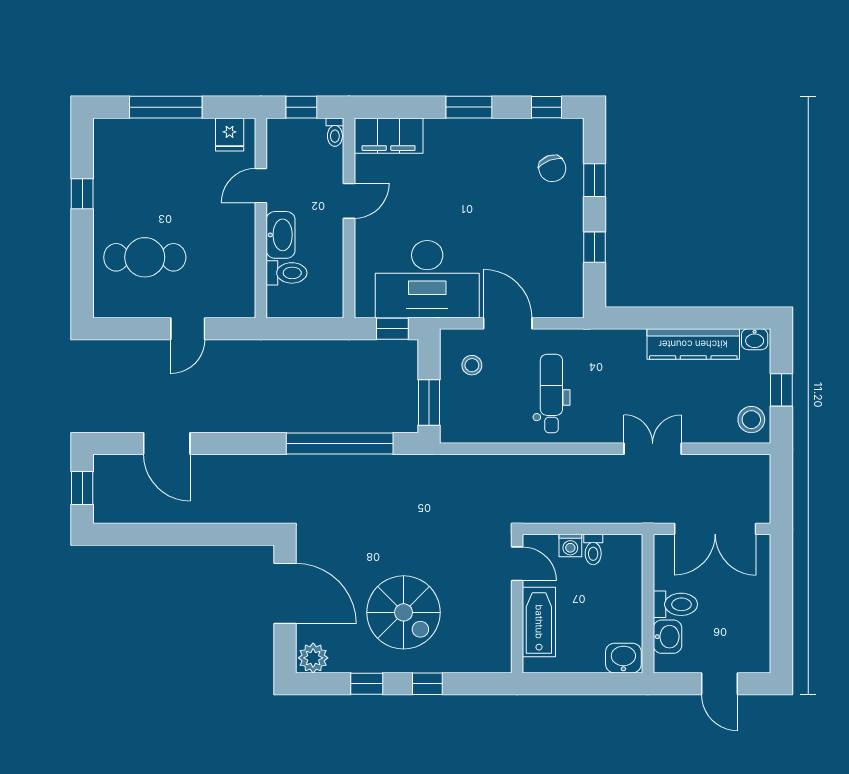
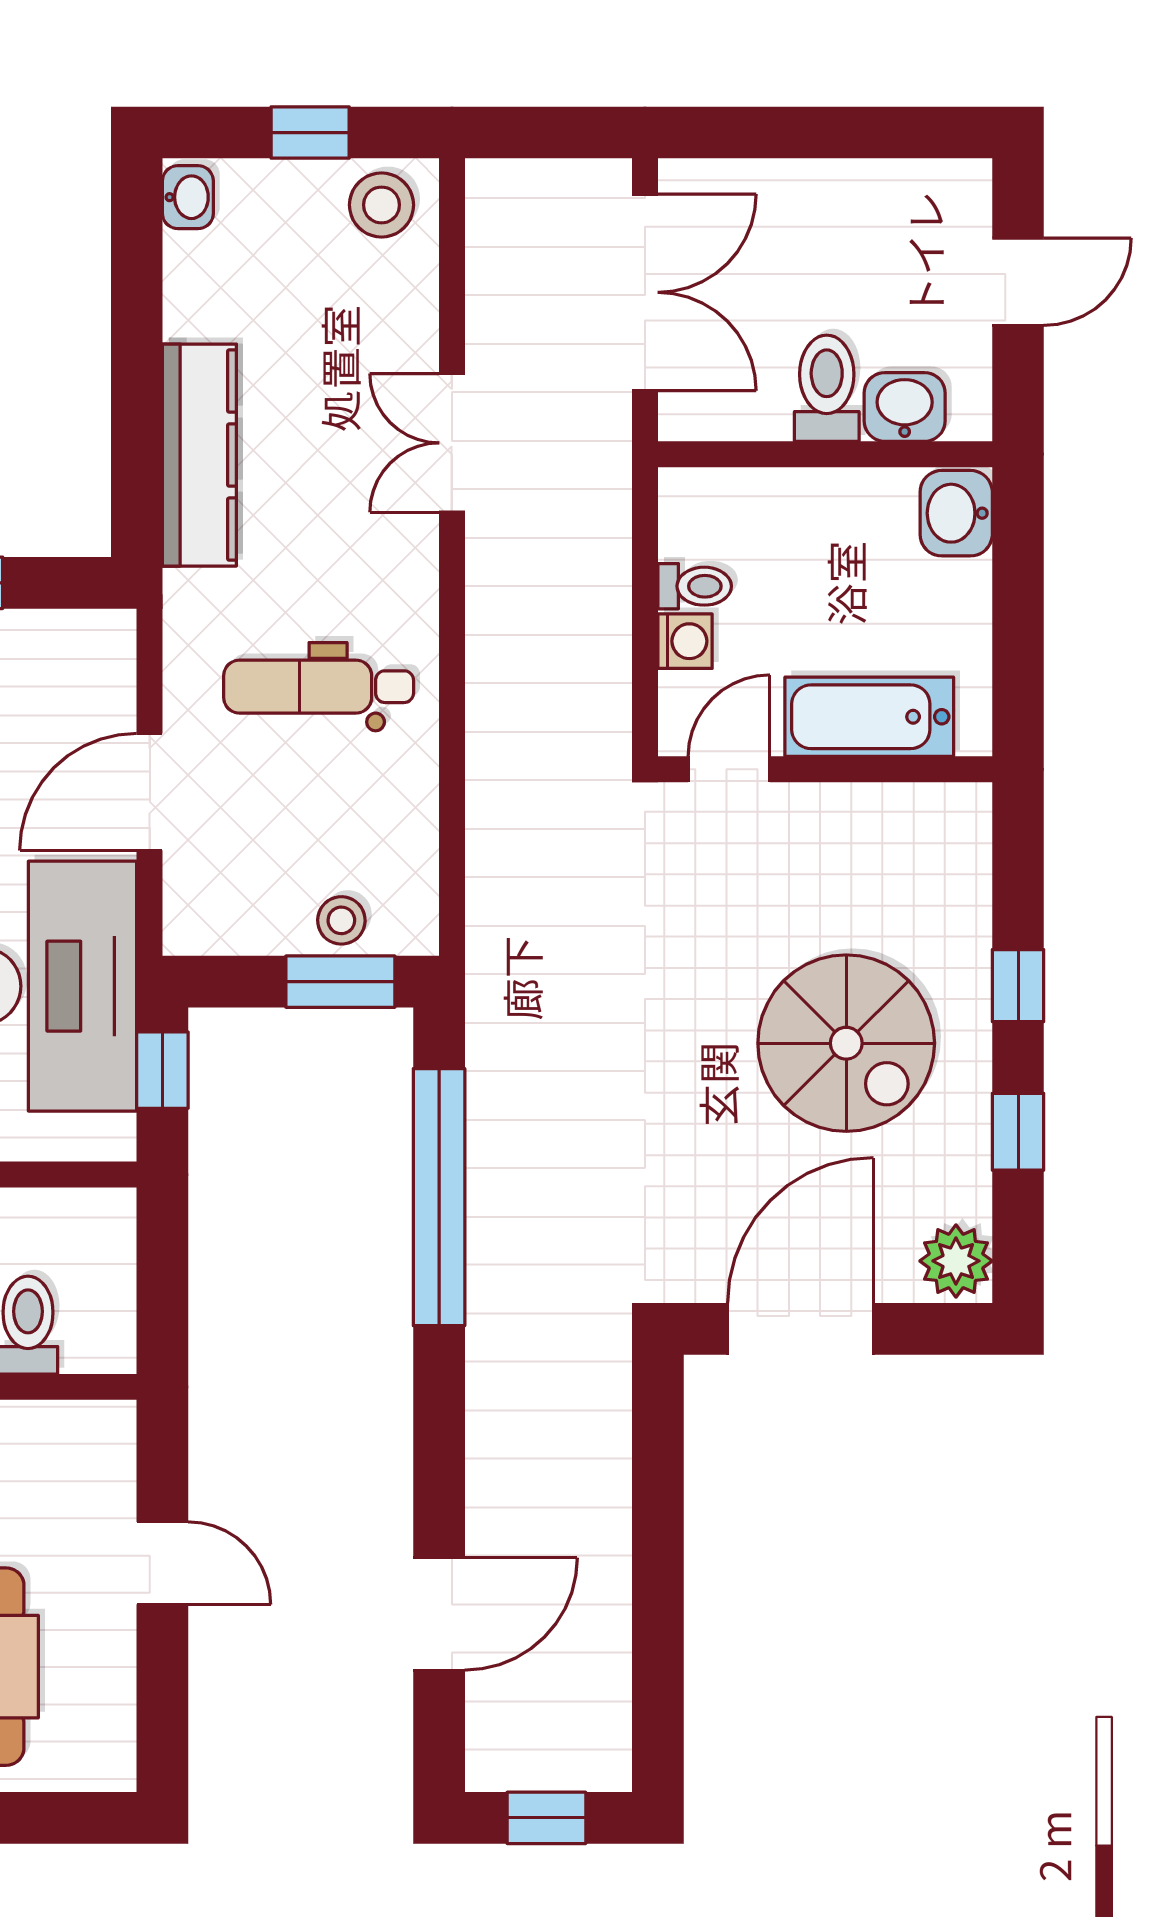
kitchen counter: (693, 344) -> (199, 455), moved
stool: (472, 365) -> (341, 920), moved
spiral stairs: (404, 612) -> (846, 1043), turned 90

